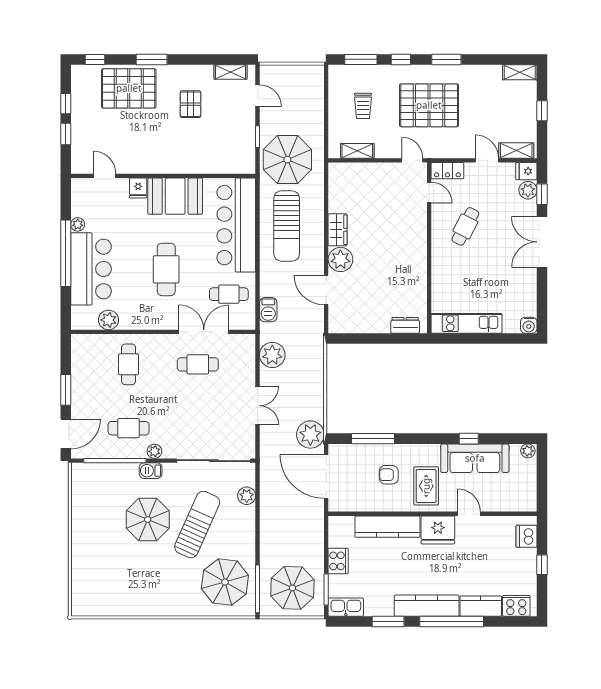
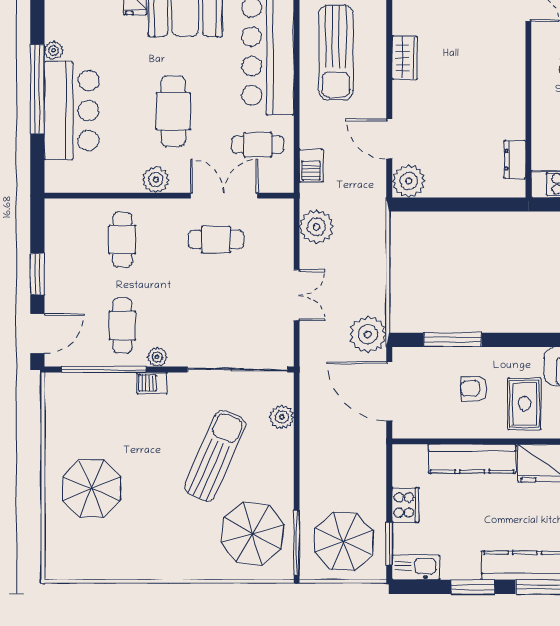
plant: (340, 259) -> (409, 181), moved
plant: (108, 320) -> (156, 180), moved
dresser: (405, 325) -> (515, 159), moved, turned -90
cafe table: (129, 428) -> (122, 326), turned 90
parasol: (148, 520) -> (92, 489), moved

